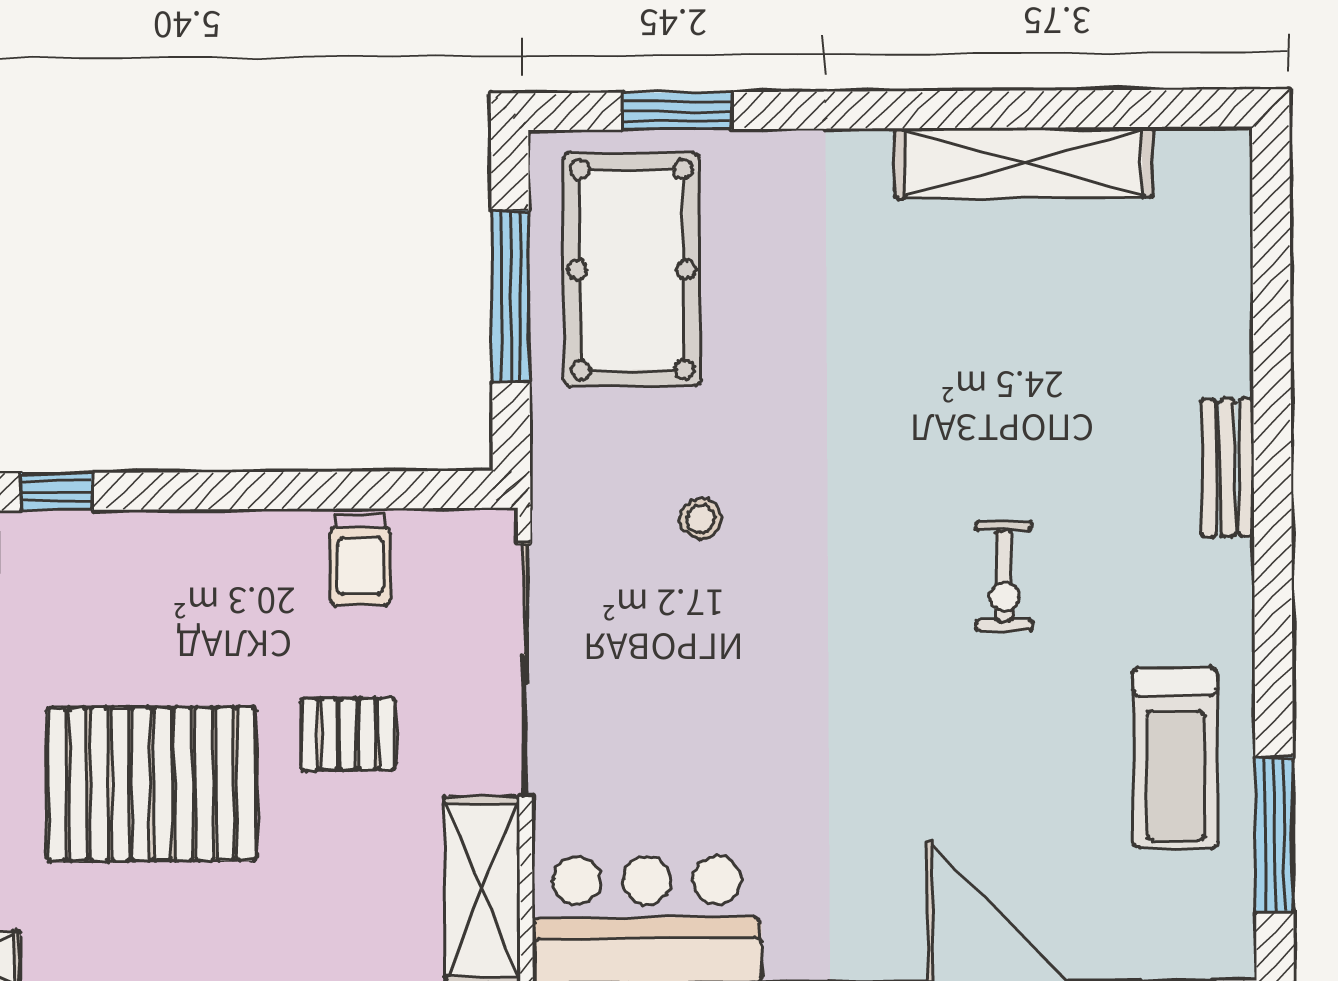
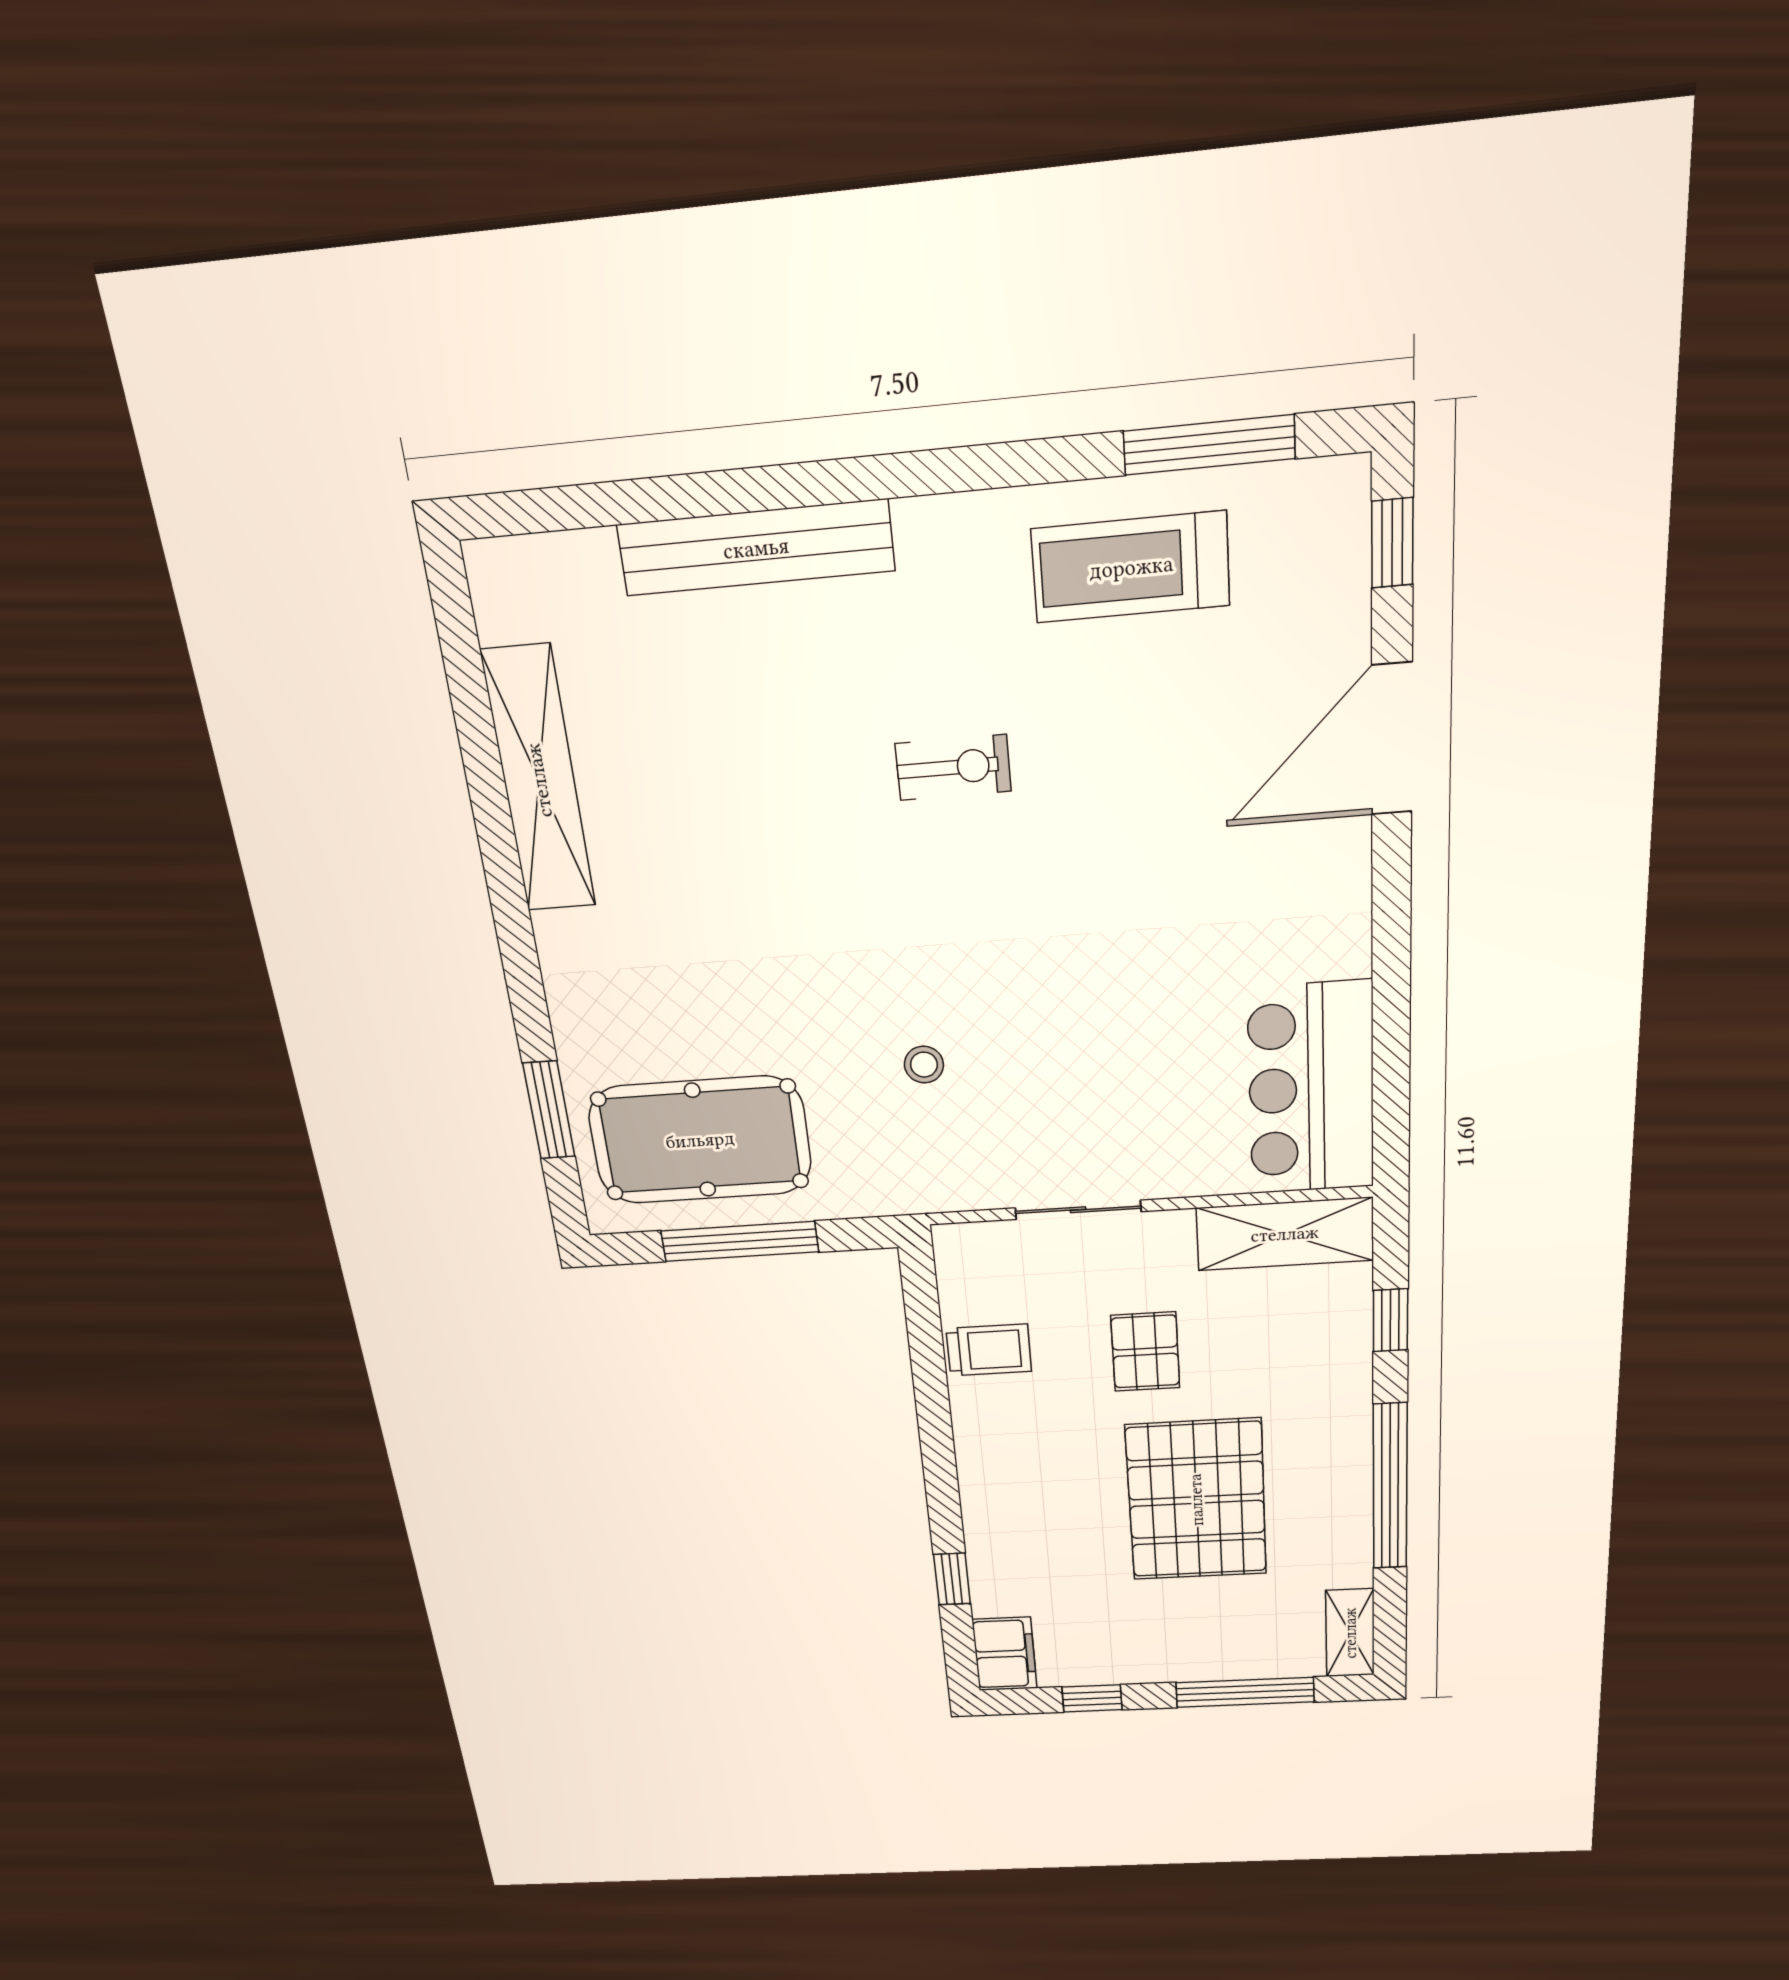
bench: (1228, 468) -> (756, 548), width x1.86, depth x1.21
sliding door: (525, 670) -> (1078, 1210), width x0.54
treadmill: (1175, 758) -> (1131, 567), turned 180

